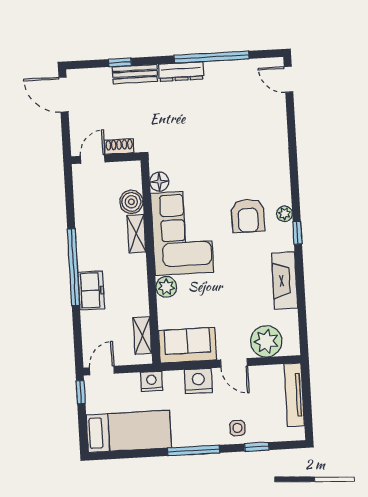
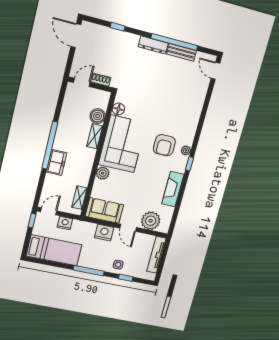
bench: (135, 74) -> (182, 52), moved
nightstand: (152, 381) -> (65, 223), moved

